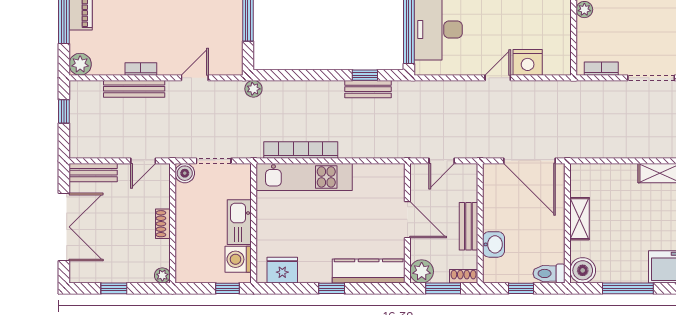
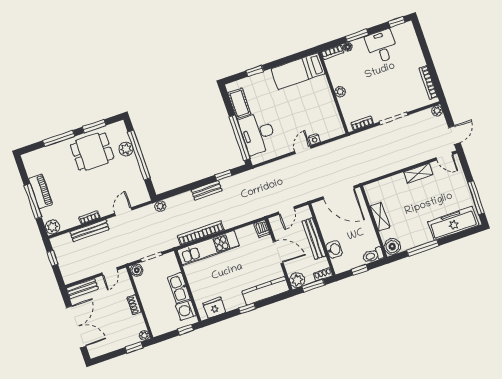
nightstand: (528, 62) -> (314, 139), width x0.53, depth x0.56
bench: (368, 89) -> (207, 190), moved
dishwasher: (395, 176) -> (262, 229), added
bench: (468, 226) -> (314, 239), width x1.36
window: (114, 288) -> (134, 348), moved

